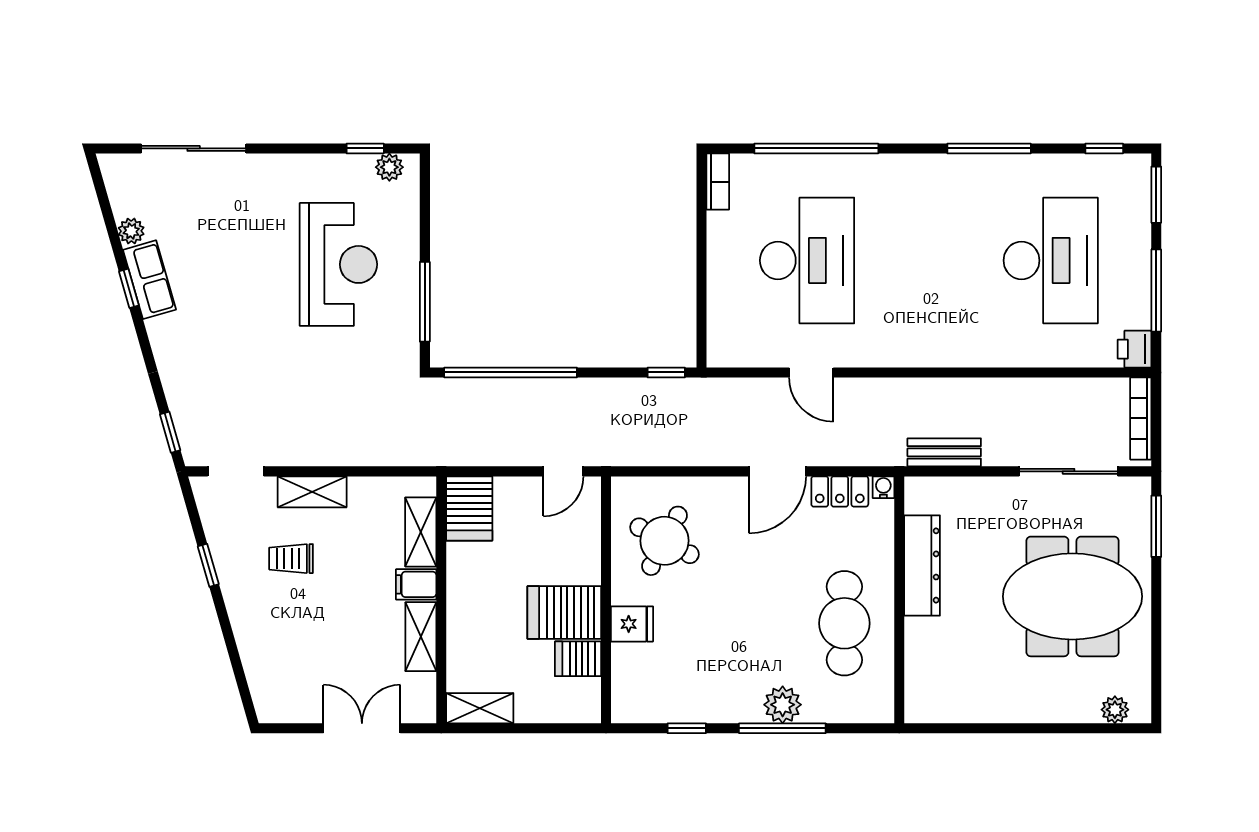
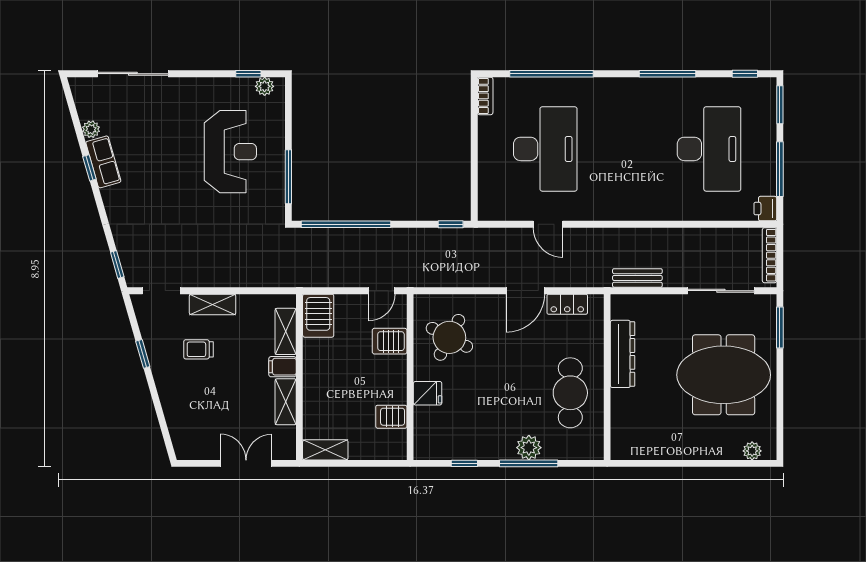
water cooler: (883, 487) -> (597, 301), removed
server rack: (564, 613) -> (390, 341), moved, width x0.73, depth x0.70

